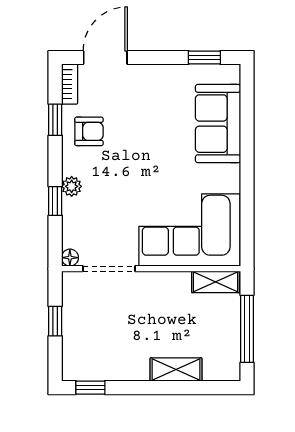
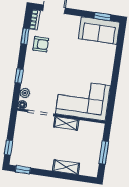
sofa: (218, 124) -> (99, 30), moved, turned -90
plant: (72, 186) -> (25, 93), moved
shelving: (216, 282) -> (66, 123), moved
window: (55, 321) -> (9, 147), moved
window: (247, 329) -> (104, 152), width x0.69

